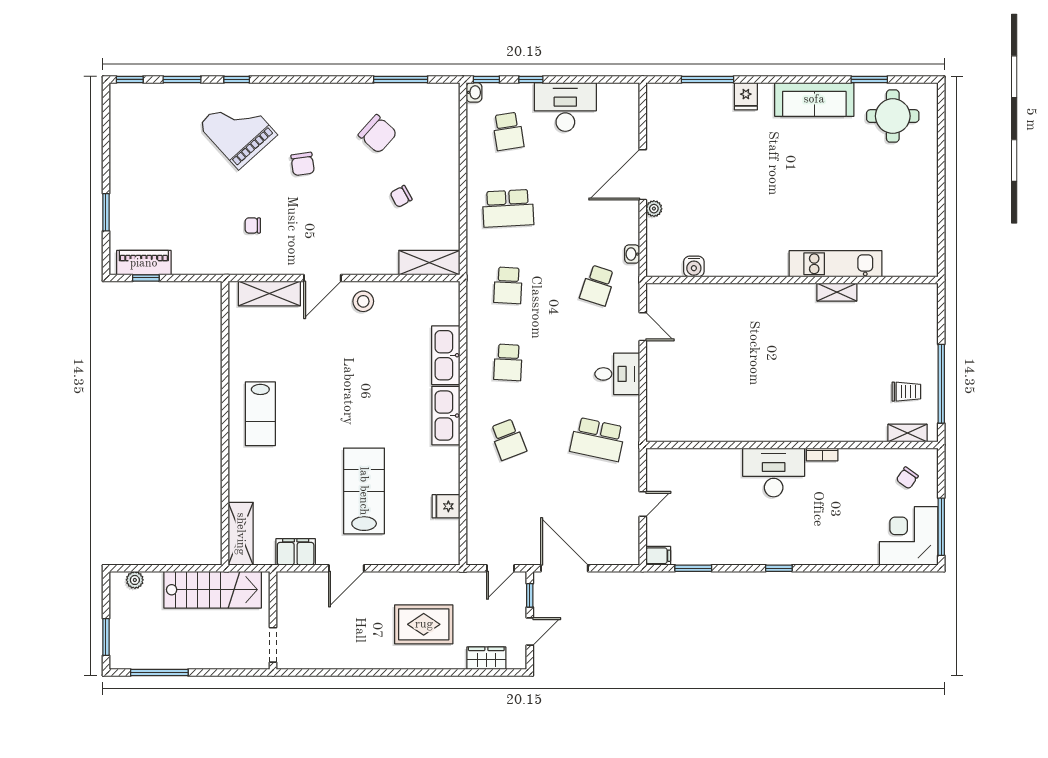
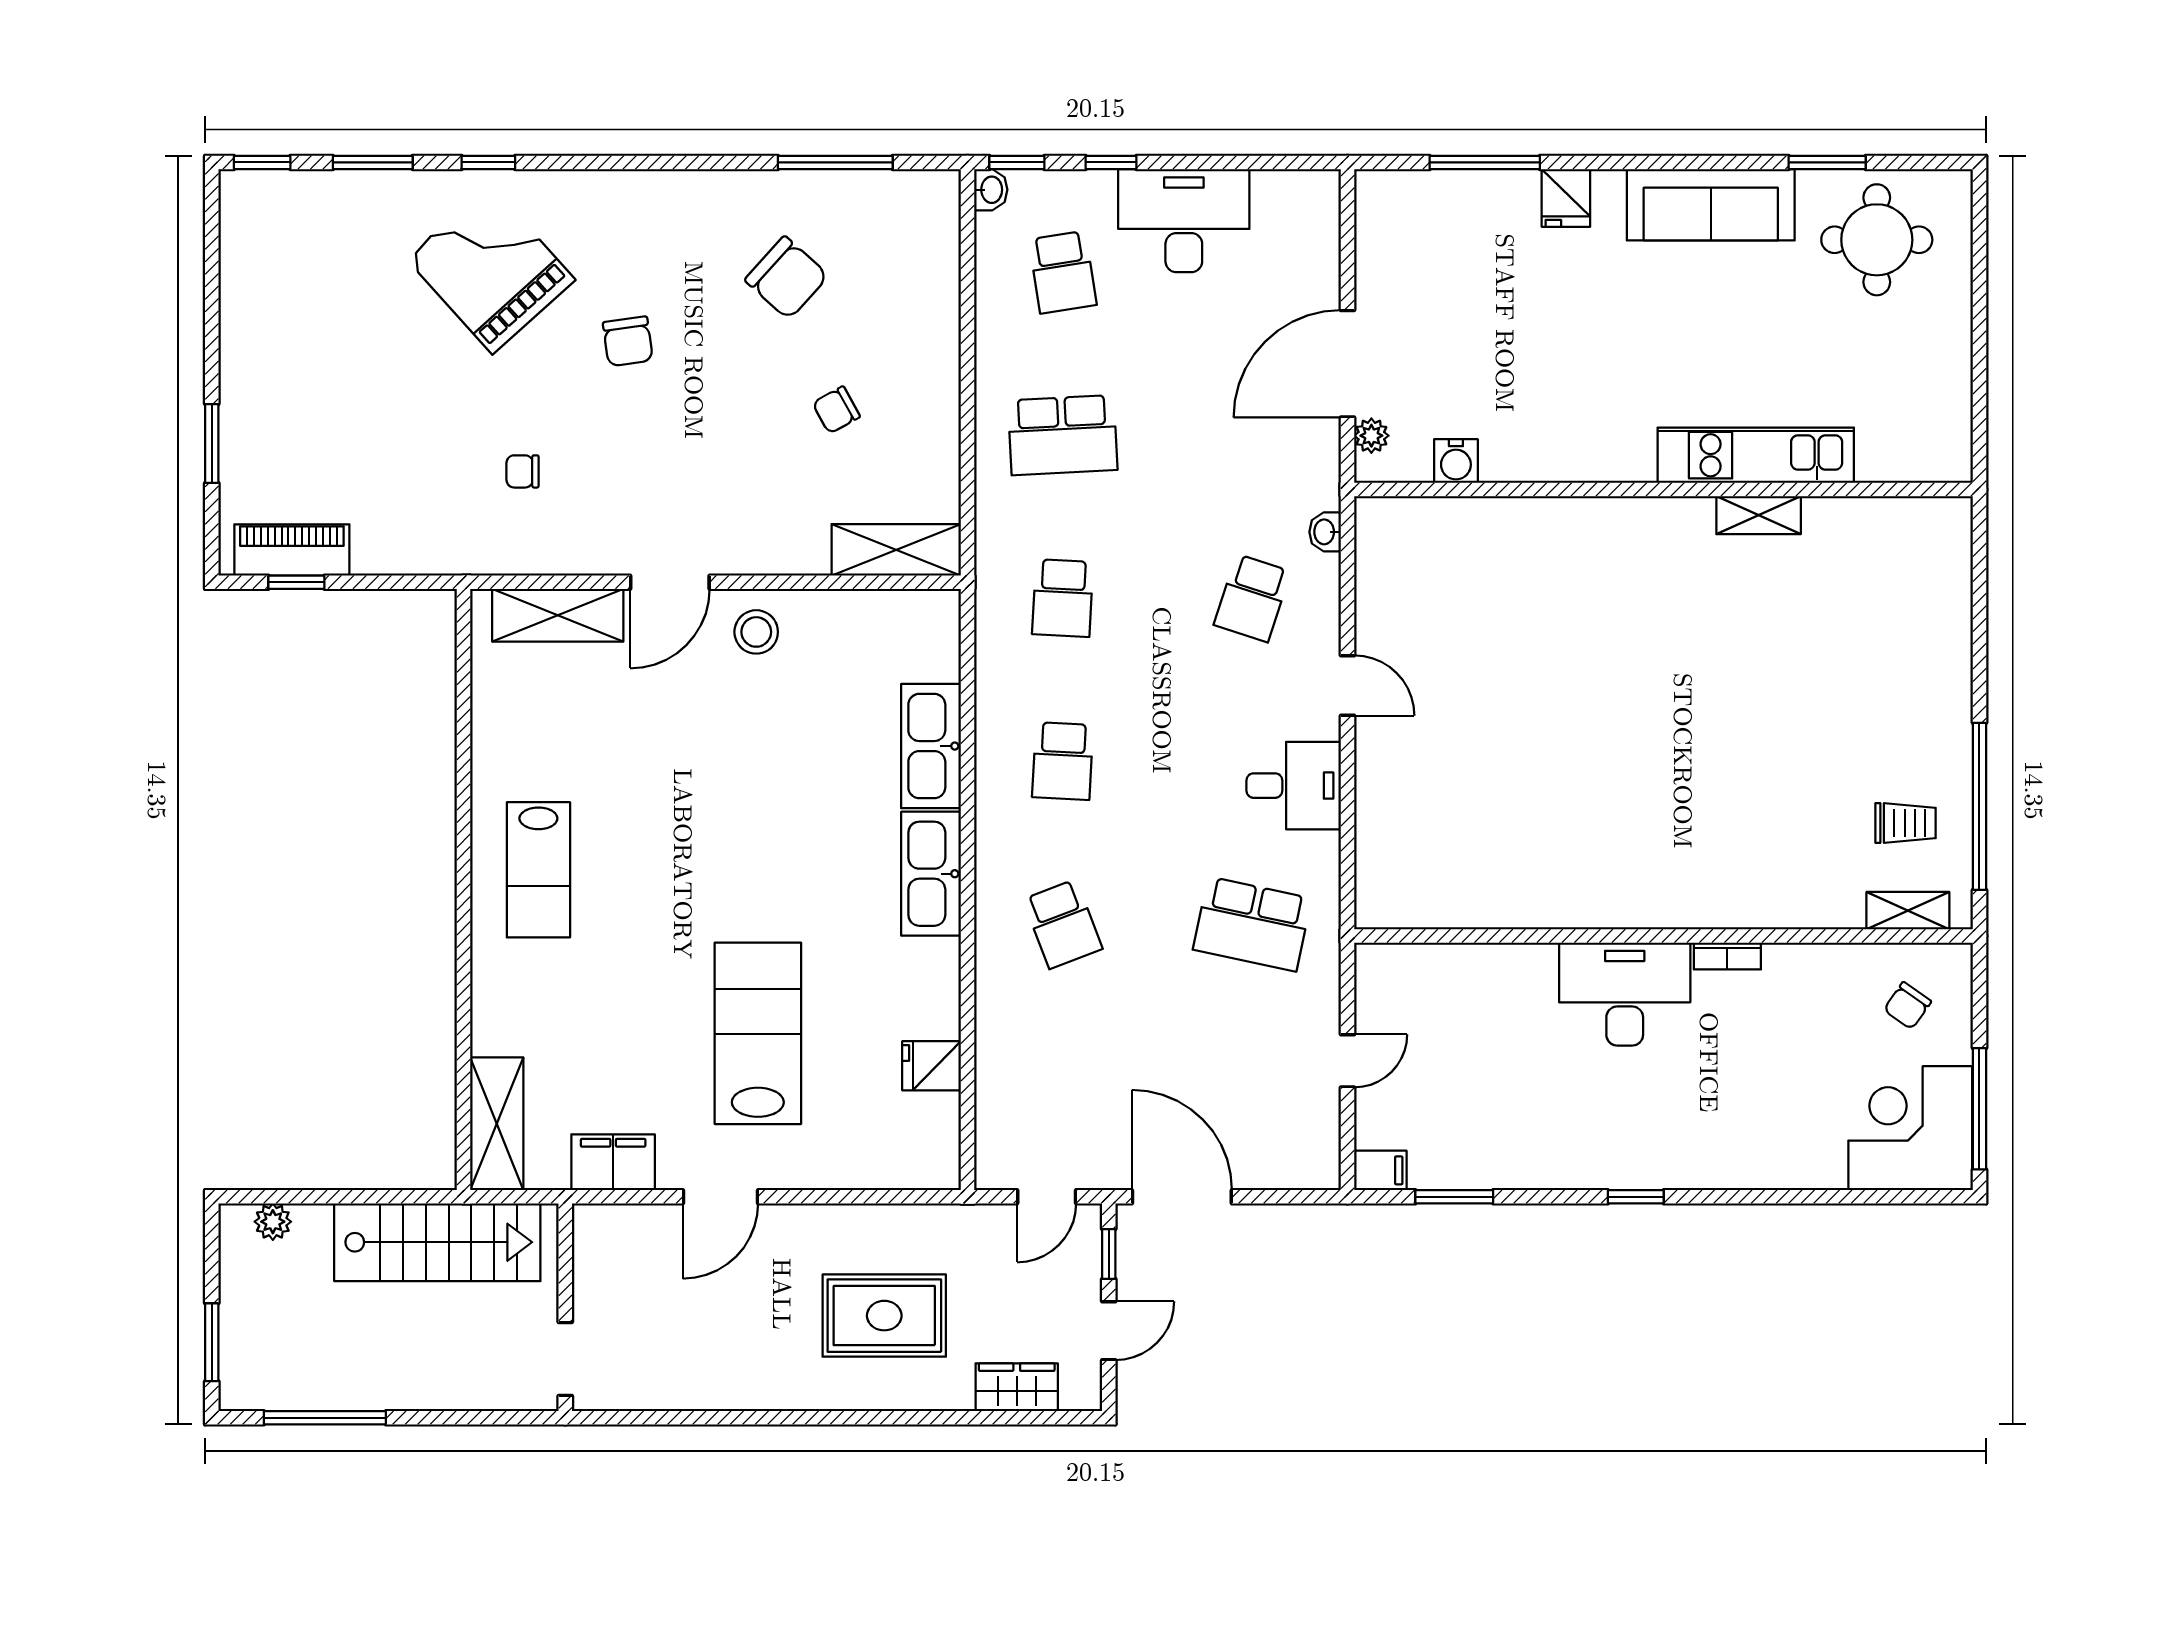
kitchen unit: (836, 264) -> (1756, 455), moved
water cooler: (694, 267) -> (1456, 461), moved
wall: (792, 280) -> (1663, 490), moved
shelving: (837, 292) -> (1759, 515), moved

